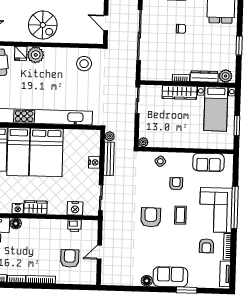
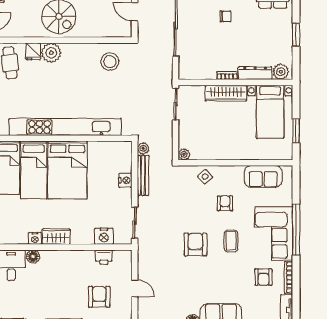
door: (99, 252) -> (135, 288), swing flipped

